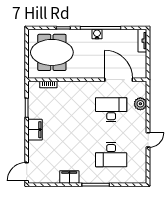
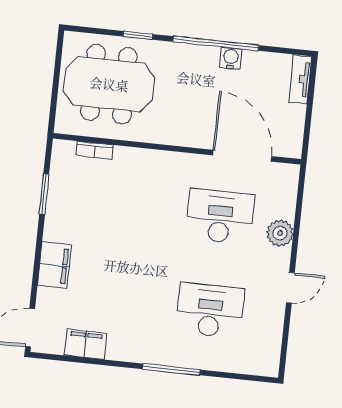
water cooler: (97, 34) -> (231, 58), moved
plant: (140, 104) -> (280, 233), moved
filing cabinet: (35, 130) -> (54, 265), moved
desk: (111, 155) -> (210, 310), turned 180
filing cabinet: (69, 177) -> (86, 344), moved

